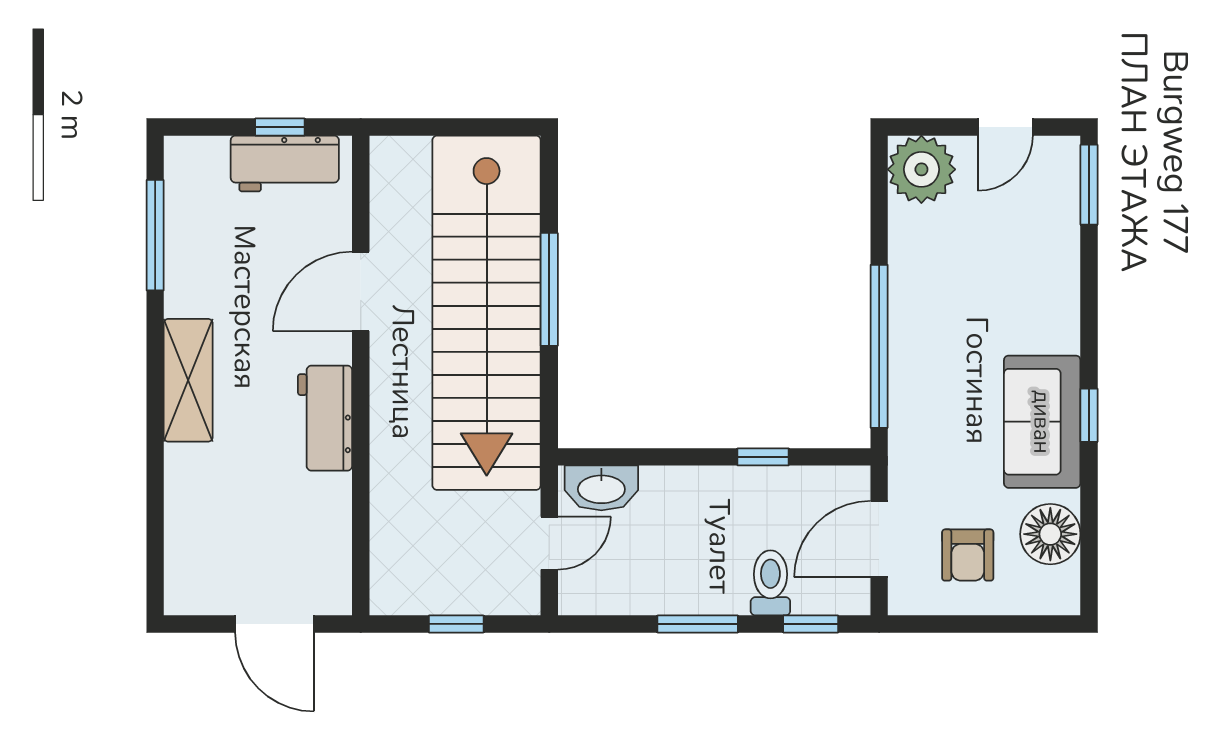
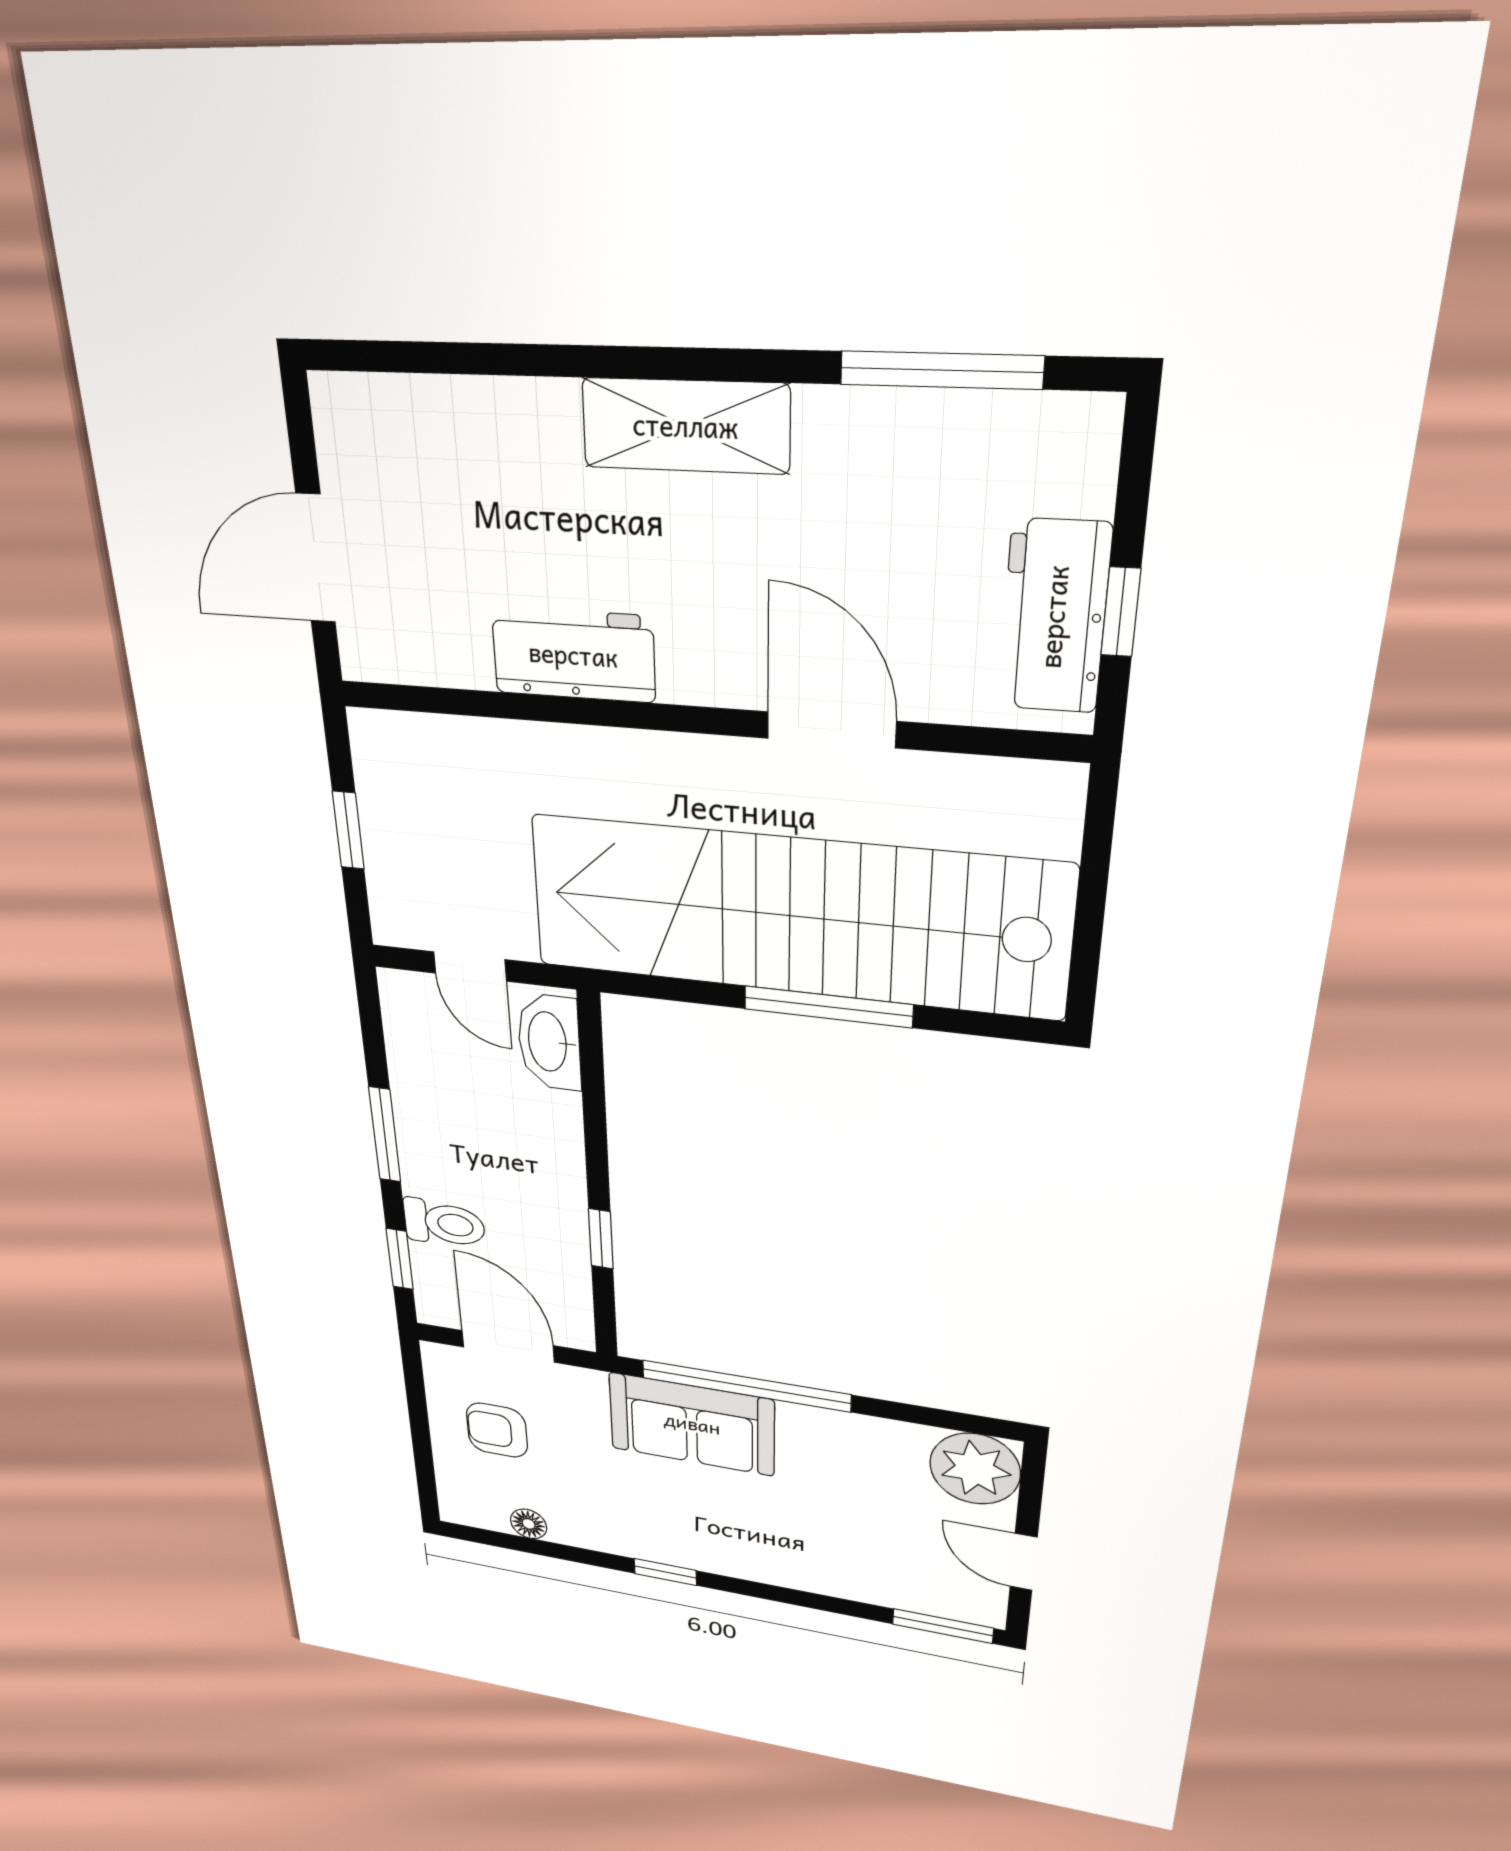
workbench: (325, 418) -> (573, 655), moved
sofa: (1042, 422) -> (692, 1424), moved, turned 180
floor lamp: (1050, 534) -> (529, 1524), width x0.53, depth x0.53

